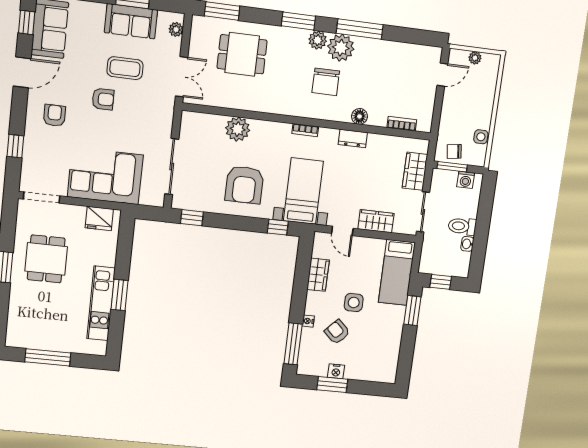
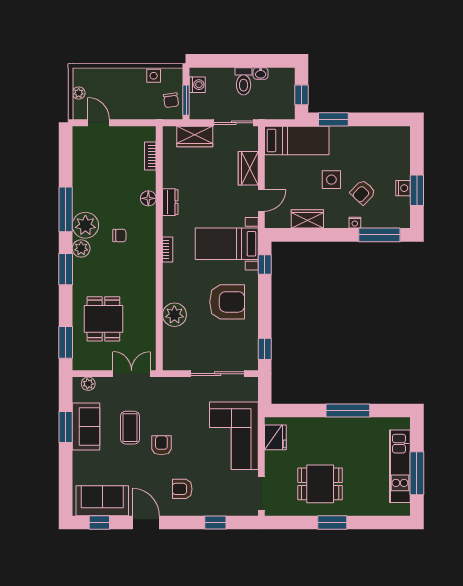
chair: (326, 82) -> (119, 236), width x0.54, depth x0.54
window: (120, 295) -> (348, 410), width x1.44
kitchen unit: (101, 303) -> (400, 466), moved, turned 90

